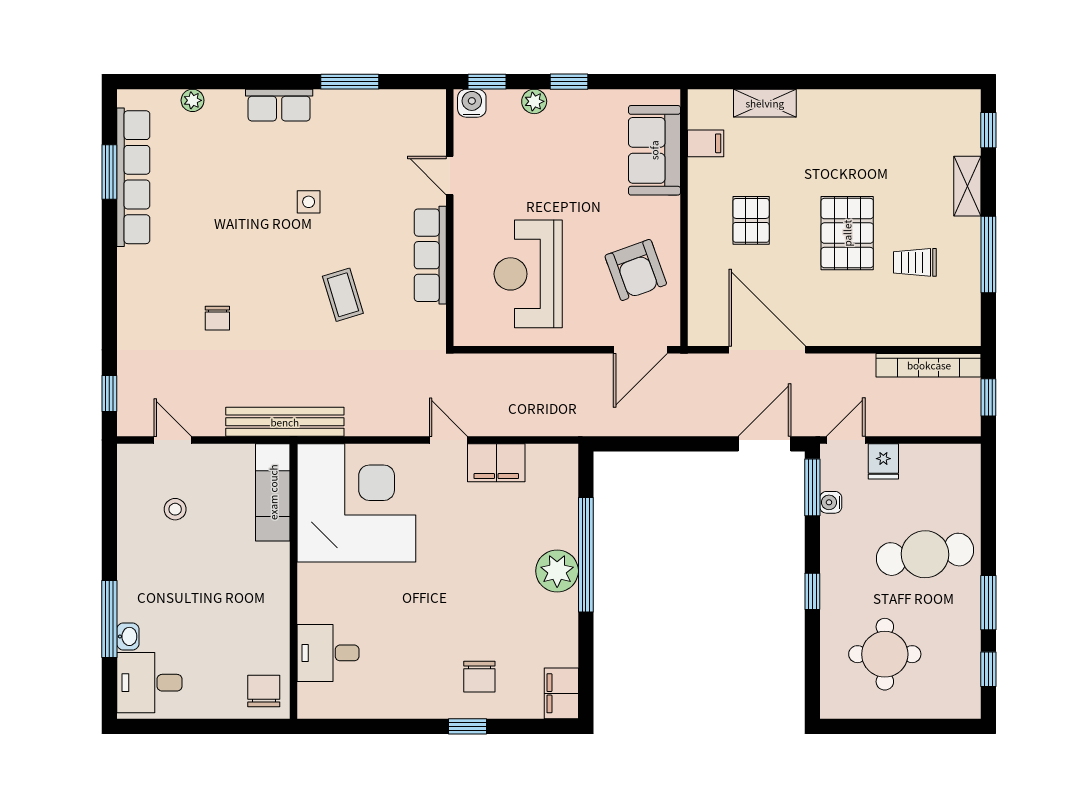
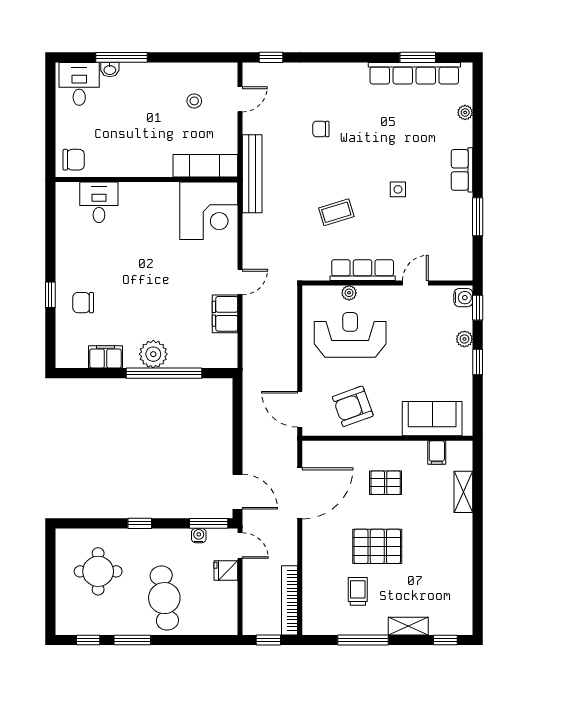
plant: (465, 276) -> (349, 293), added
corner desk: (356, 503) -> (209, 211), width x0.74, depth x0.74
filing cabinet: (561, 693) -> (106, 357), moved

